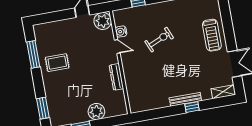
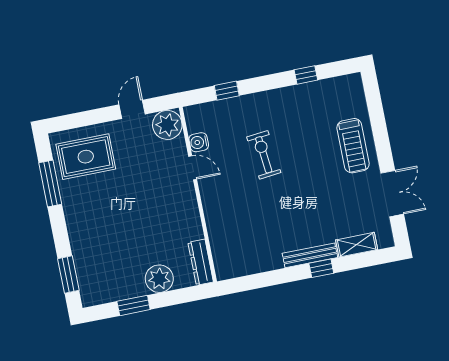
exercise bike: (159, 40) -> (264, 155), turned -73
rug: (57, 63) -> (86, 157), moved, width x1.36, depth x1.43
dresser: (116, 77) -> (201, 262), moved
shelving: (223, 92) -> (357, 245), moved

